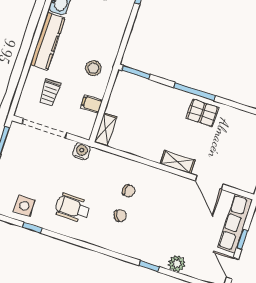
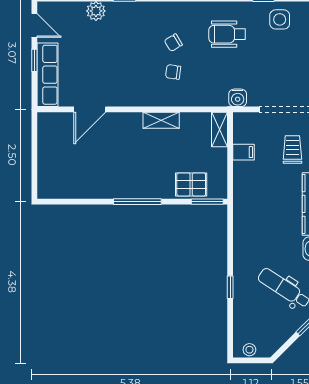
stool: (93, 68) -> (254, 191), removed
pallet: (202, 113) -> (191, 184), moved
shelving: (177, 162) -> (161, 120), moved
door: (209, 182) -> (90, 109), swing flipped
wheelchair: (73, 208) -> (227, 34), turned 180

